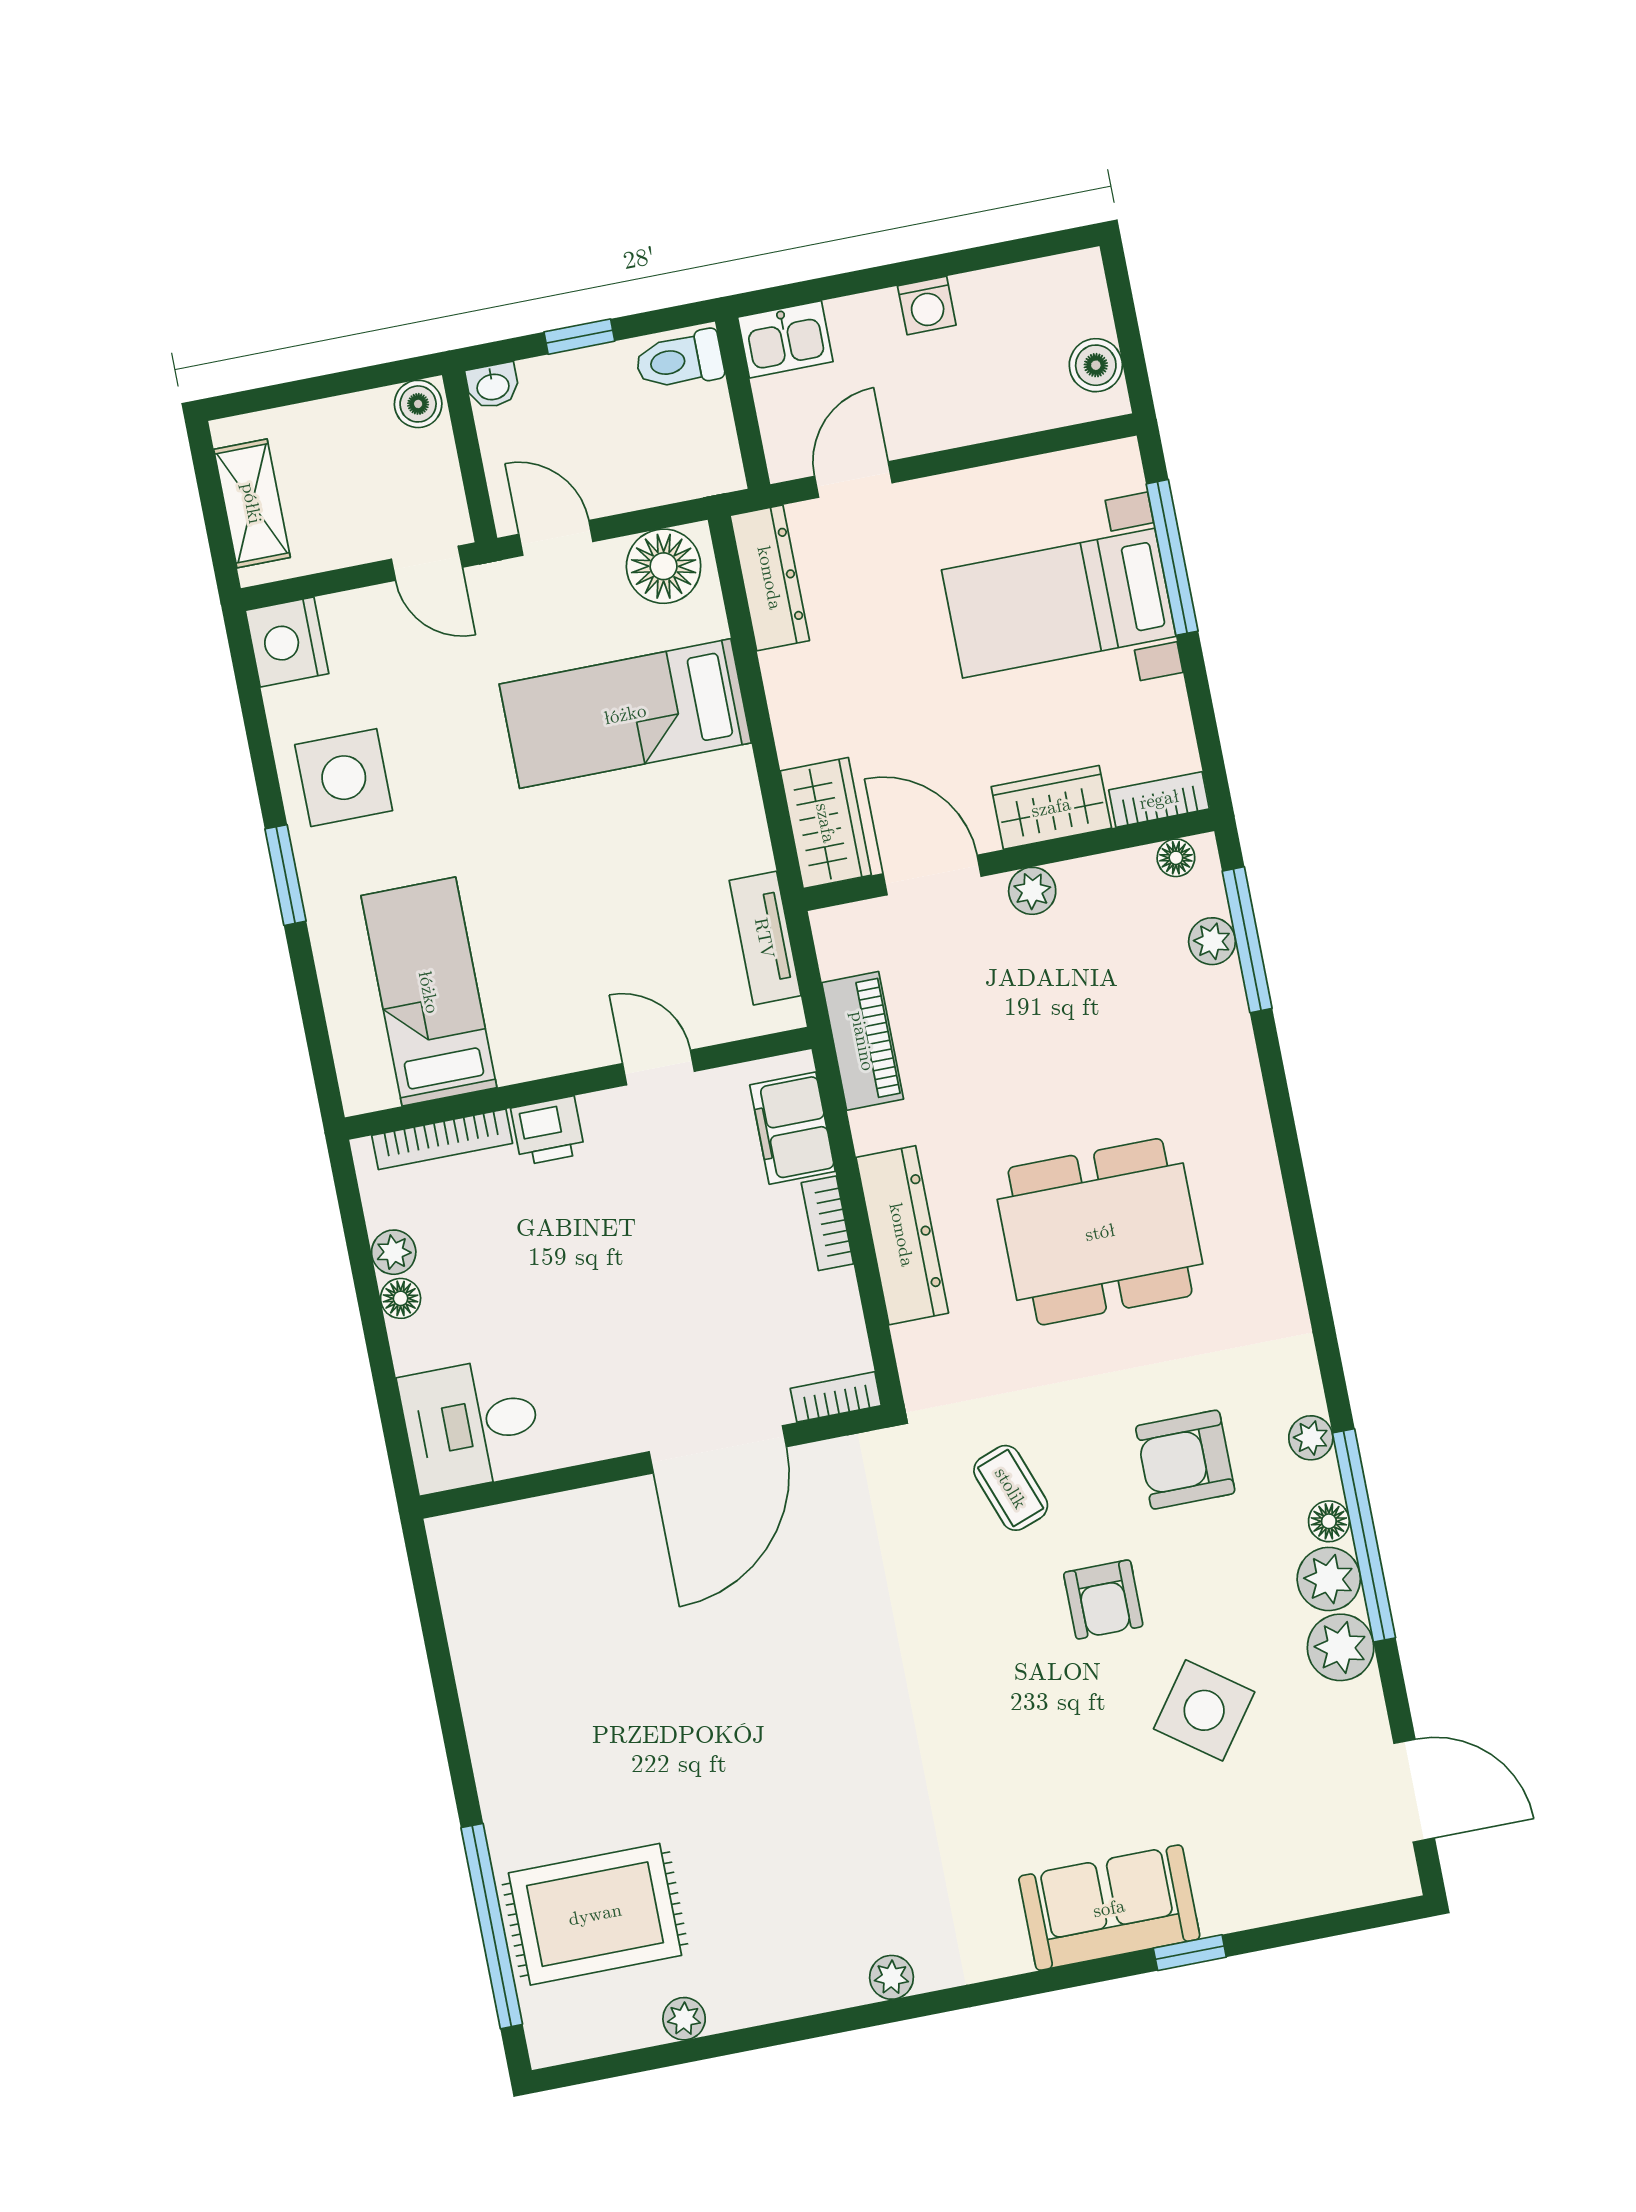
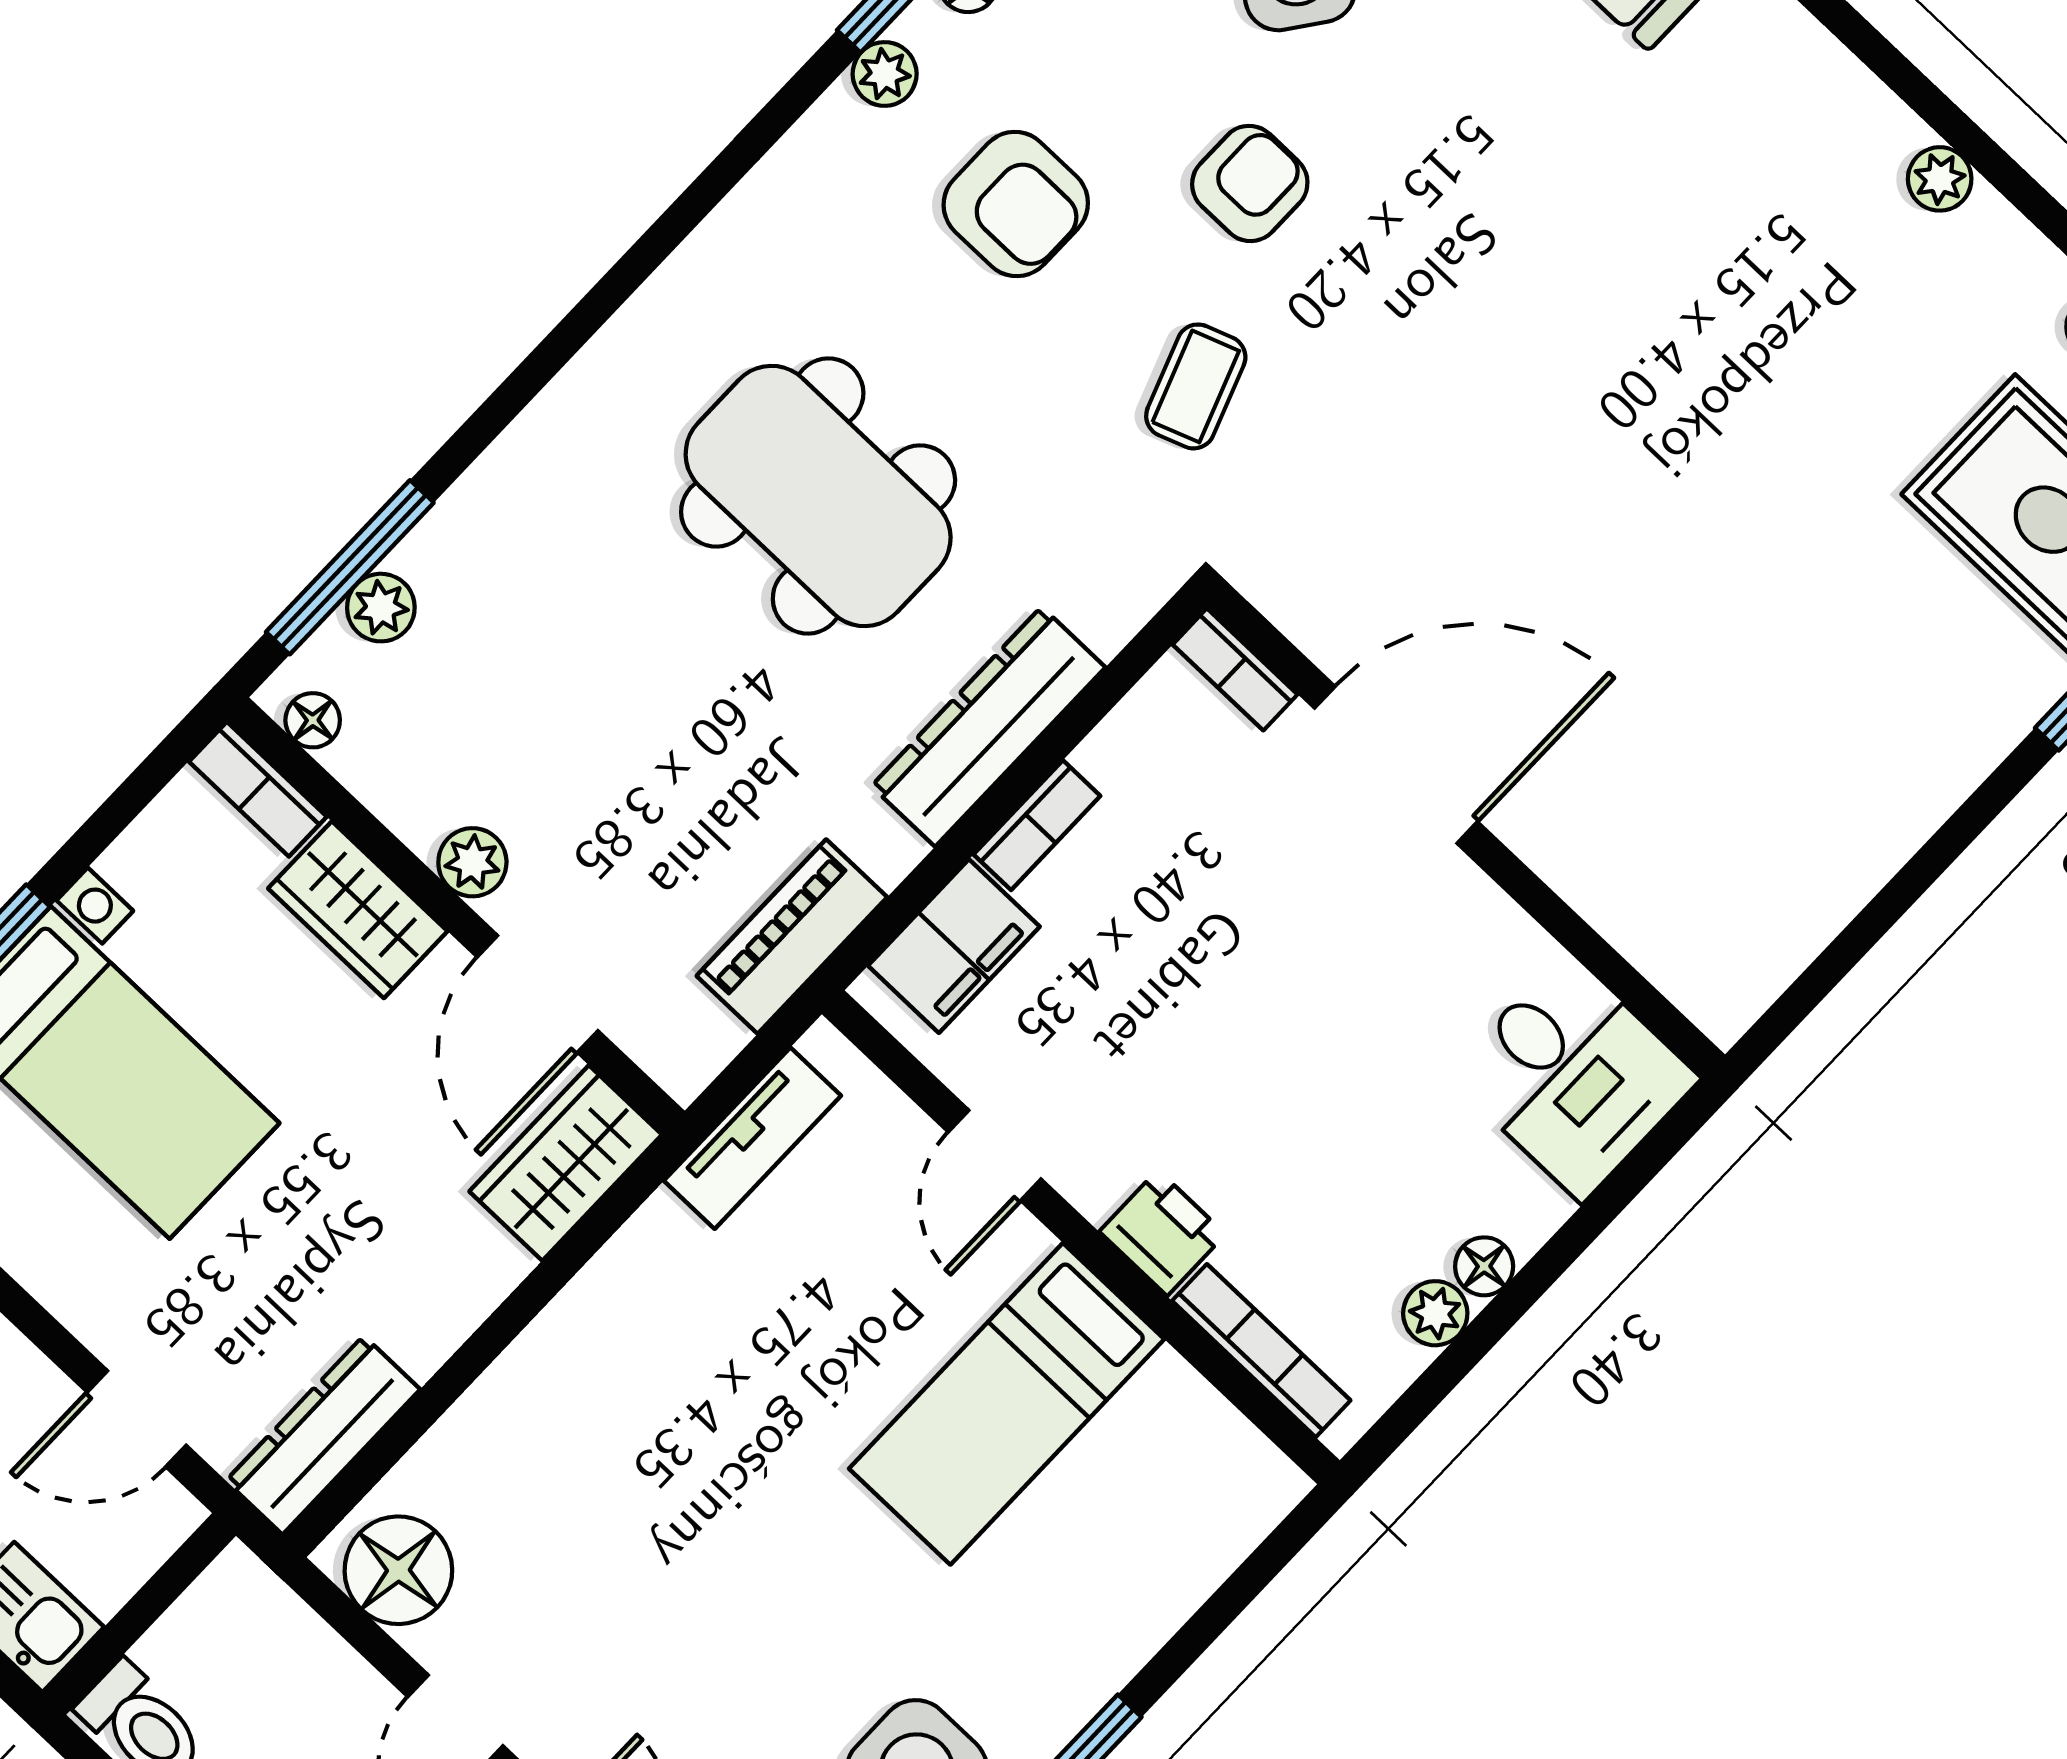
bed: (625, 714) -> (605, 1492), removed
bed: (429, 992) -> (1007, 1404), moved
plant: (891, 1977) -> (1940, 179), moved

